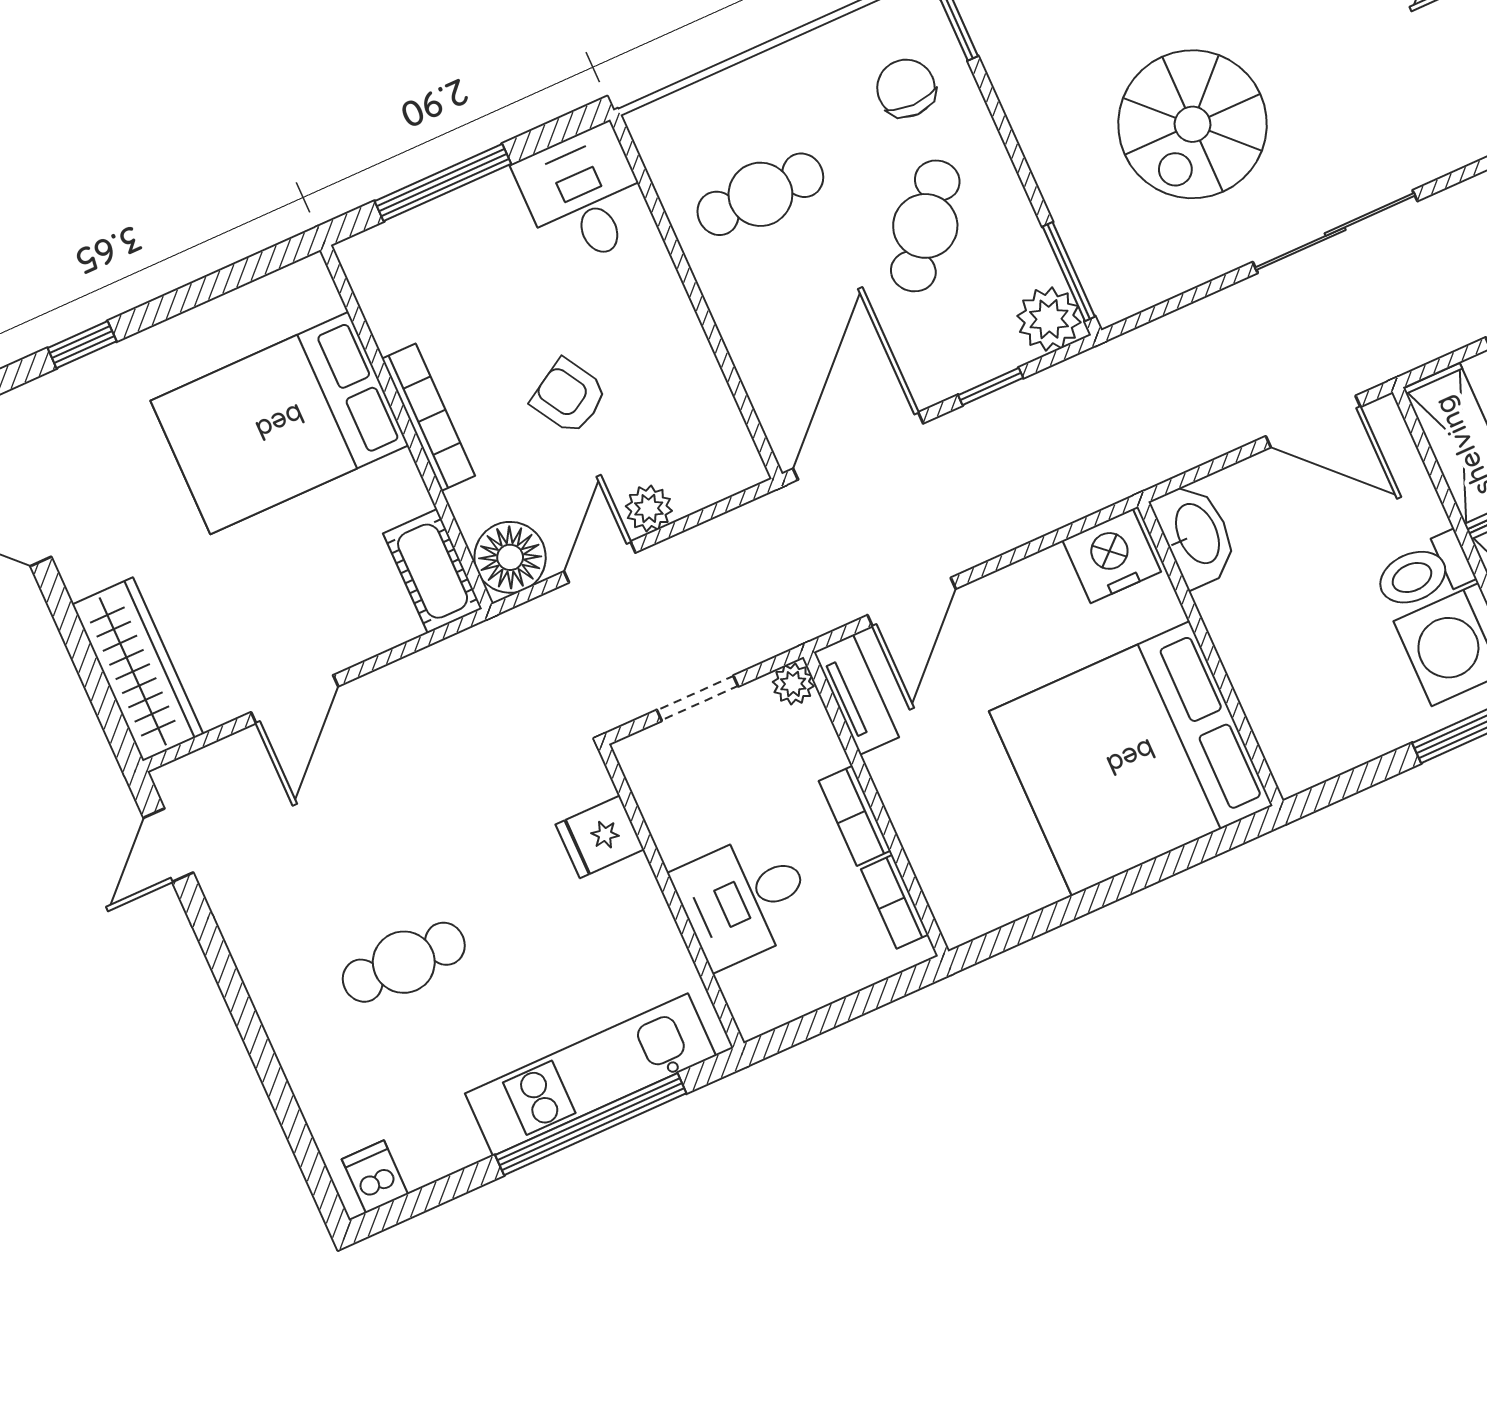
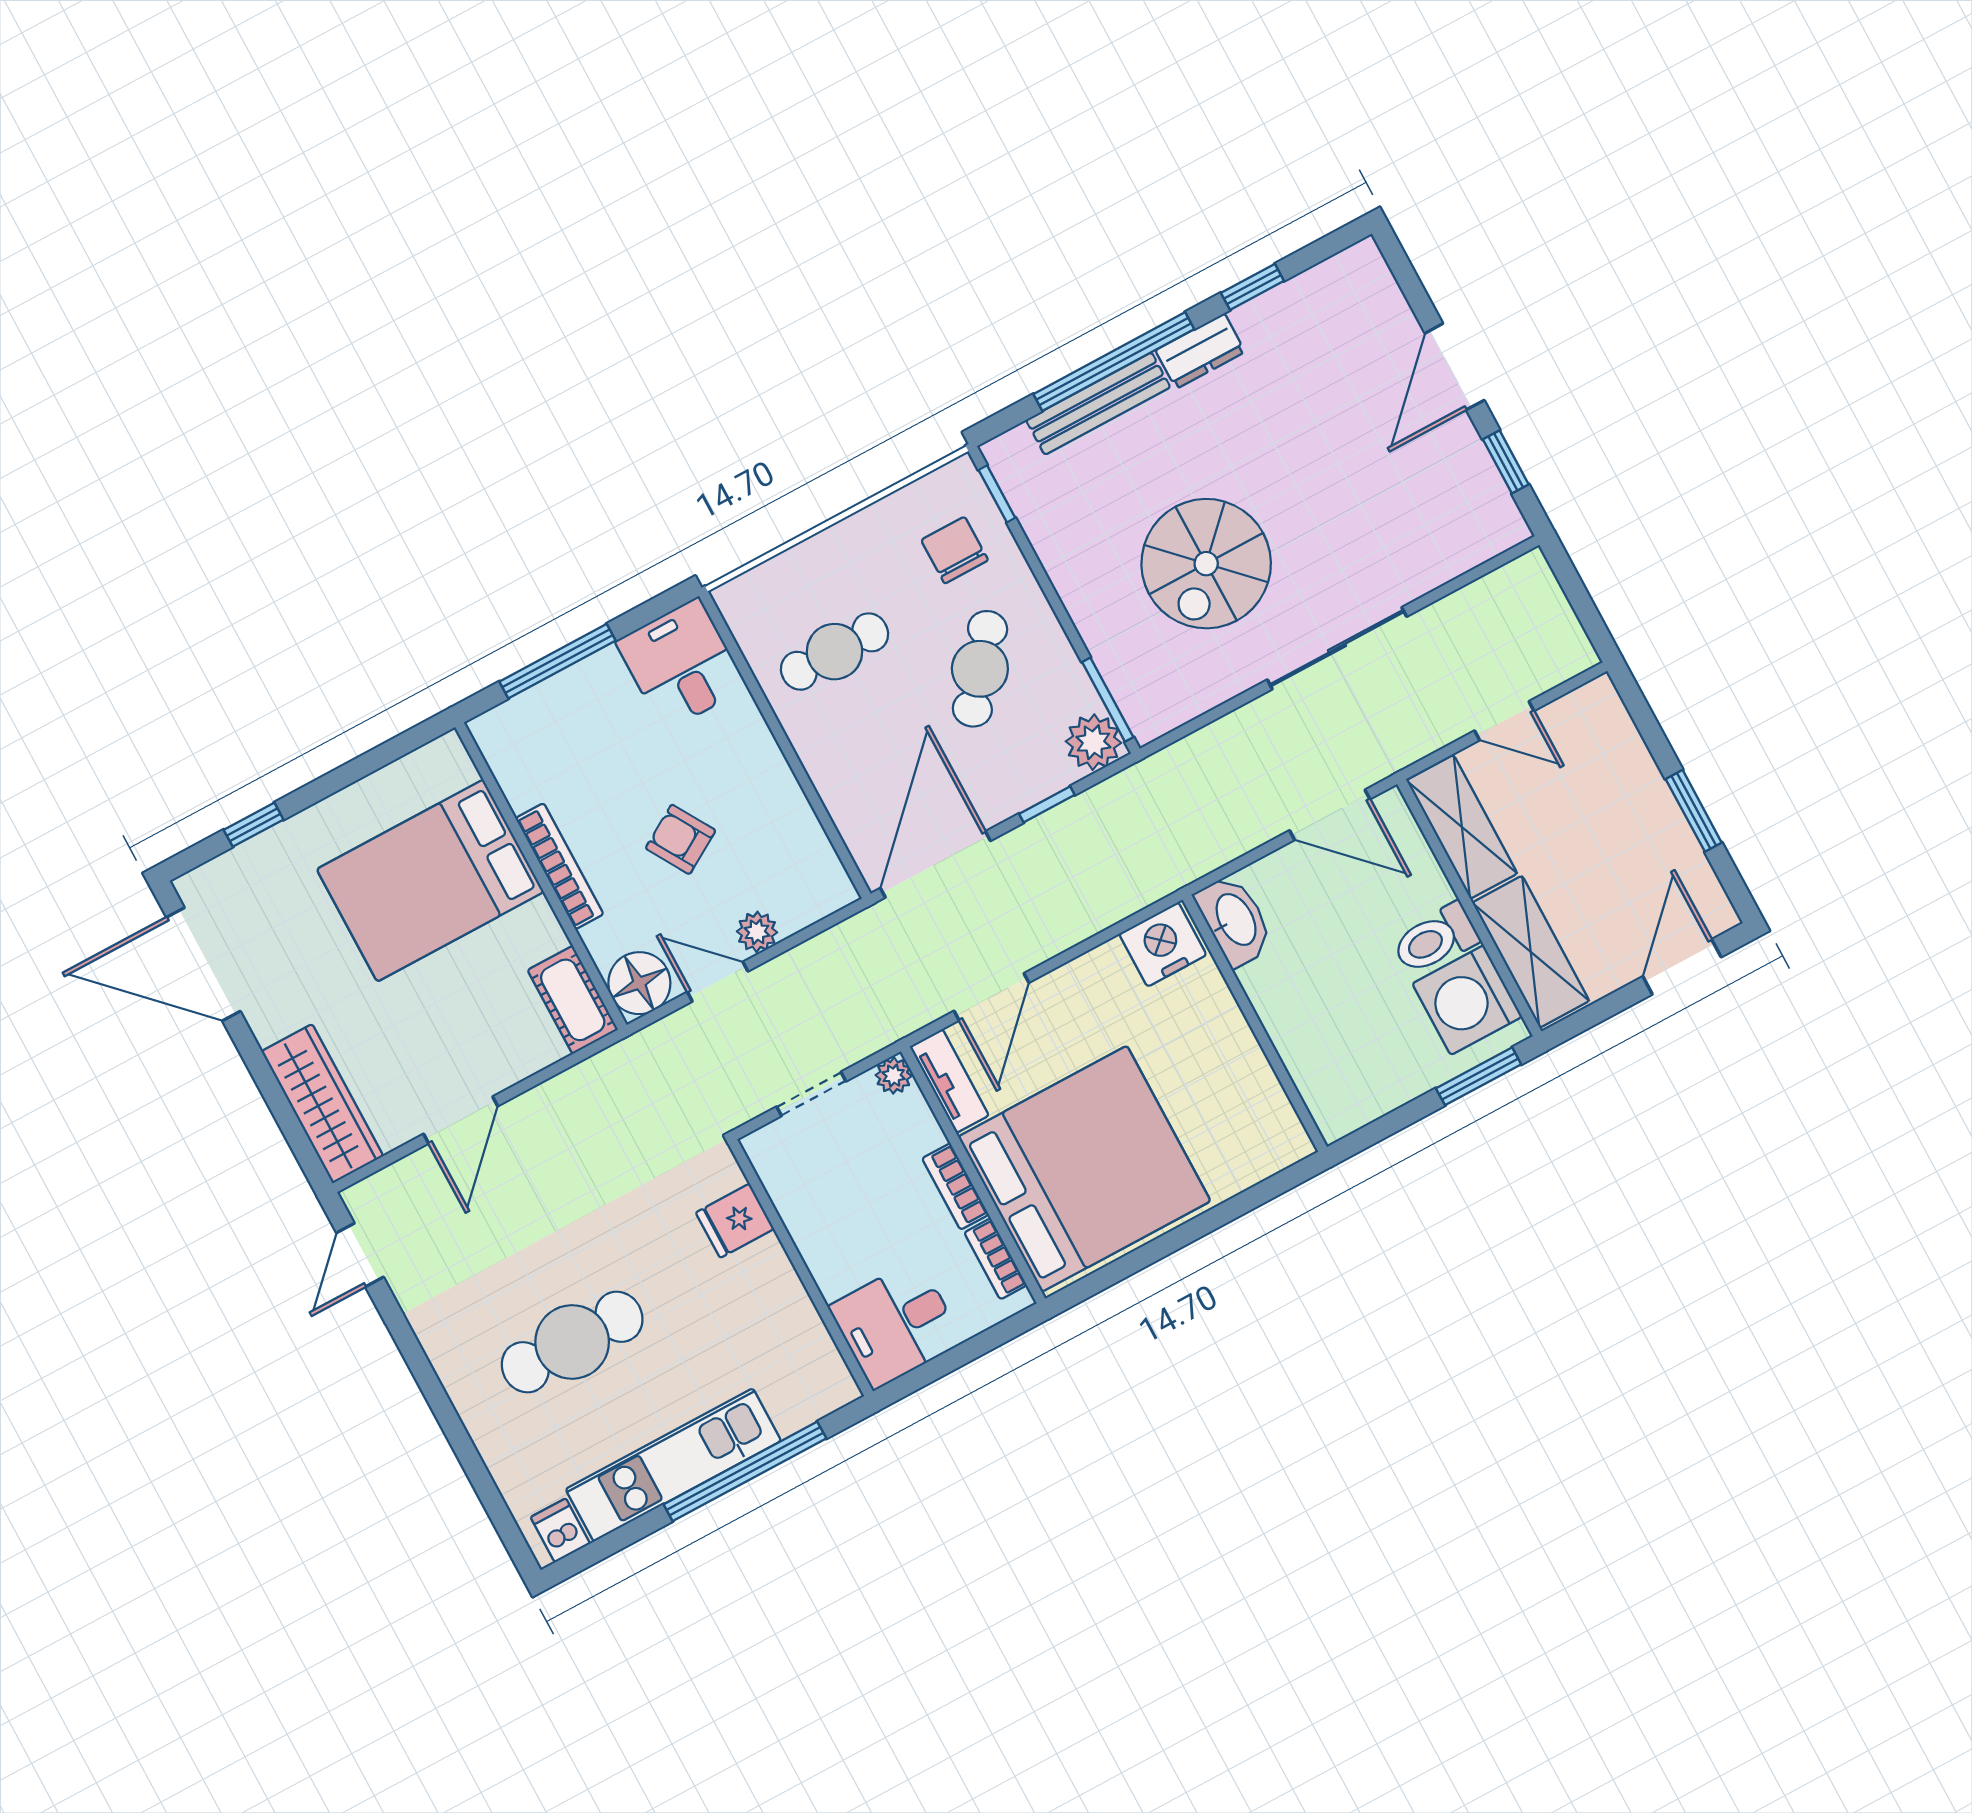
door: (600, 562) -> (718, 982), hinge flipped
bed: (1131, 758) -> (1084, 1169), moved, turned 180
desk: (744, 899) -> (896, 1324), moved
cafe table: (404, 962) -> (572, 1342), width x1.37, depth x1.35
kitchen unit: (590, 1075) -> (673, 1465), moved

